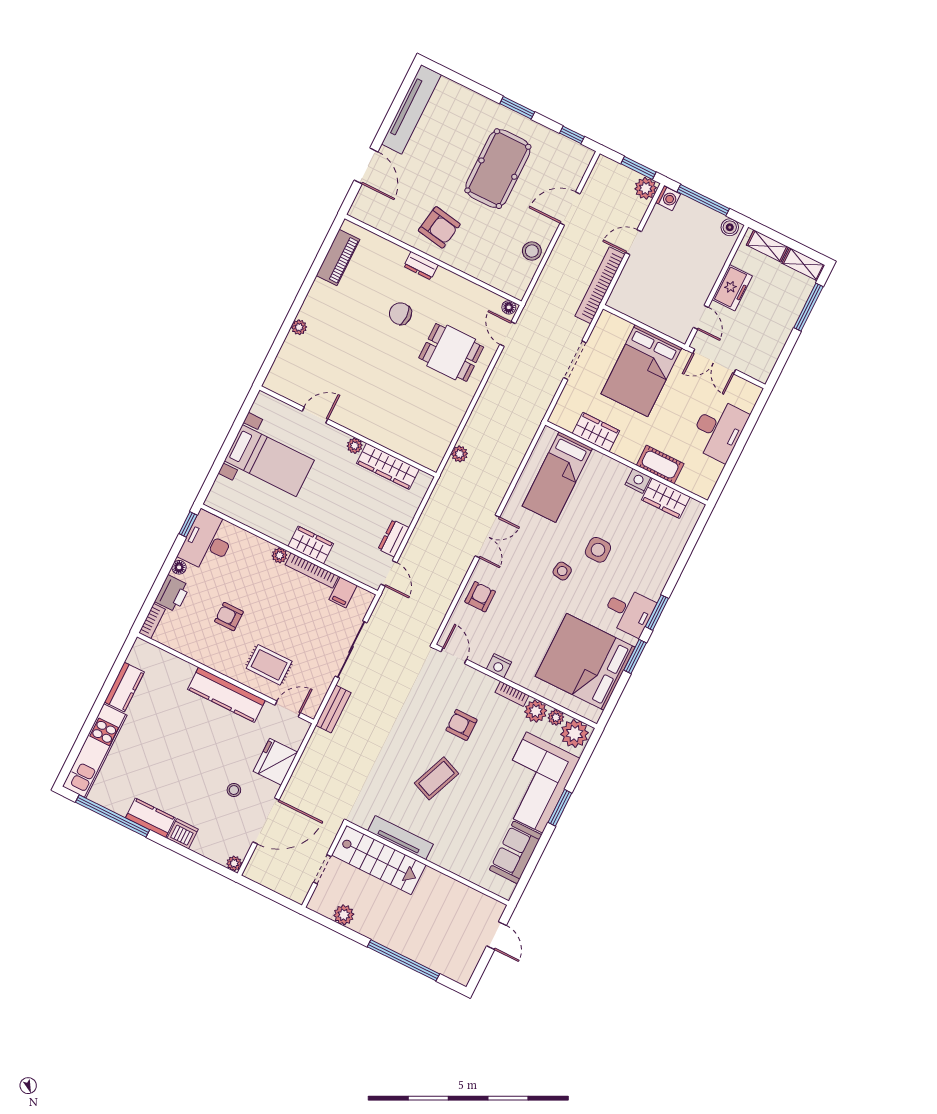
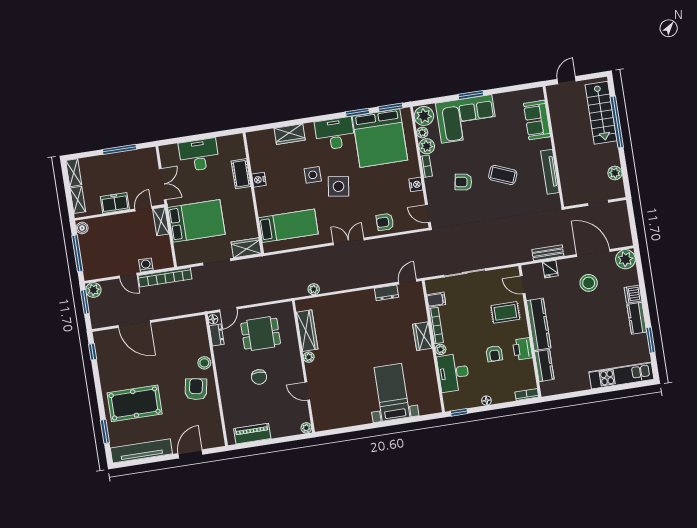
window: (517, 108) -> (105, 431), moved
pool table: (498, 169) -> (135, 403), moved
washing machine: (668, 198) -> (146, 265), moved
door: (570, 208) -> (134, 324), width x1.36
stool: (532, 251) -> (204, 363), moved
dresser: (421, 266) -> (217, 335), moved
window: (808, 307) -> (119, 149), moved
shelving: (671, 328) -> (161, 221), added
dining table: (451, 352) -> (261, 334), turned 90
door: (315, 415) -> (307, 391), moved
wall: (348, 431) -> (303, 366), moved
wardrobe: (596, 432) -> (246, 248), moved, turned 90
plant: (355, 446) -> (309, 357), moved
wardrobe: (388, 466) -> (307, 331), moved
wardrobe: (666, 498) -> (290, 134), moved, turned 90
desk: (208, 542) -> (453, 373), moved, turned 90
side table: (562, 571) -> (339, 186), width x1.87, depth x1.87
printer: (172, 594) -> (523, 349), moved, turned -90
desk: (629, 611) -> (335, 134), width x1.37
window: (657, 613) -> (391, 107), moved
door: (454, 656) -> (428, 213), hinge flipped
rug: (269, 665) -> (505, 312), turned 90
kitchen counter: (124, 687) -> (544, 366), moved, turned 90
bench: (333, 709) -> (548, 253), moved
armchair: (462, 725) -> (463, 182), turned 100
fridge: (276, 762) -> (550, 269), width x0.53, depth x0.75
stool: (234, 790) -> (589, 283), width x1.89, depth x1.89
window: (113, 816) -> (651, 340), width x0.47
sofa: (516, 852) -> (537, 120), moved, turned 90
stairs: (379, 860) -> (601, 113), moved, turned 180
plant: (234, 863) -> (625, 259), width x1.88, depth x1.88

